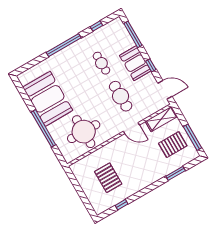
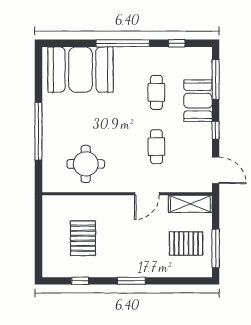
booth: (135, 63) -> (198, 101), moved
cafe table: (121, 96) -> (156, 147), width x0.73, depth x0.74
booth: (48, 99) -> (81, 70), moved, turned 90
door: (131, 128) -> (147, 194), hinge flipped
round table: (84, 132) -> (86, 164), width x0.73, depth x0.73
window: (176, 173) -> (131, 281), moved

